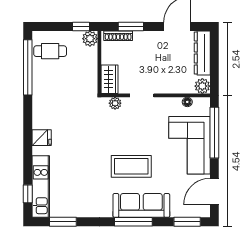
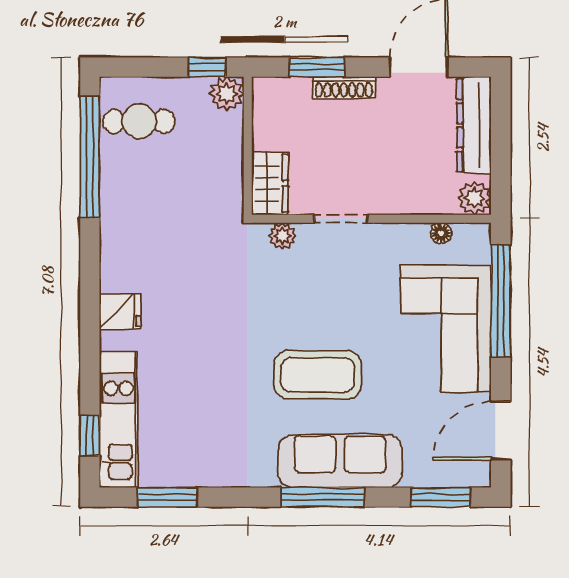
shoe rack: (118, 36) -> (344, 87), moved

